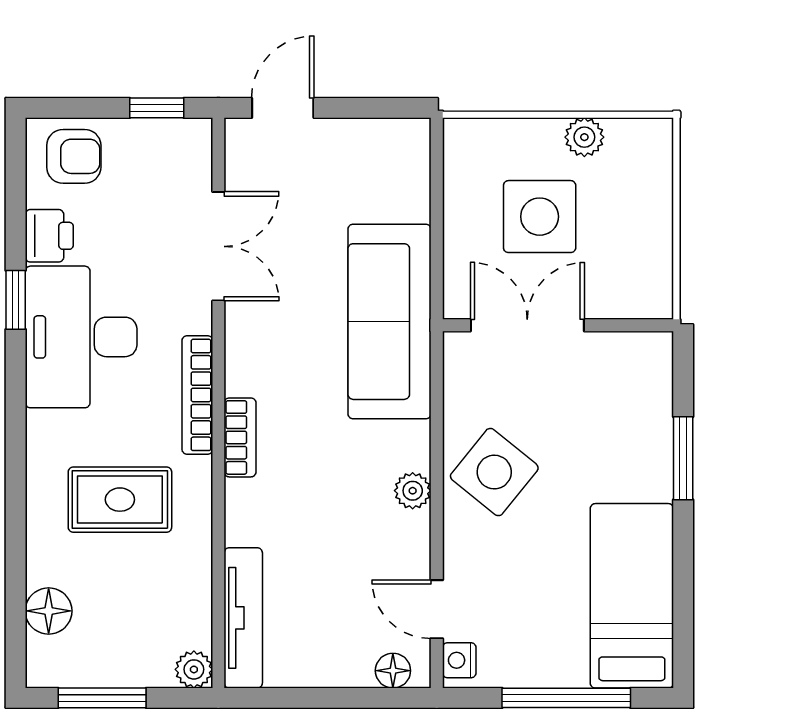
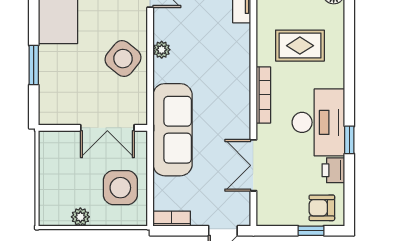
window: (157, 108) -> (311, 231), moved
side table: (540, 217) -> (120, 188), moved
bookcase: (240, 437) -> (172, 219), moved, turned 90

